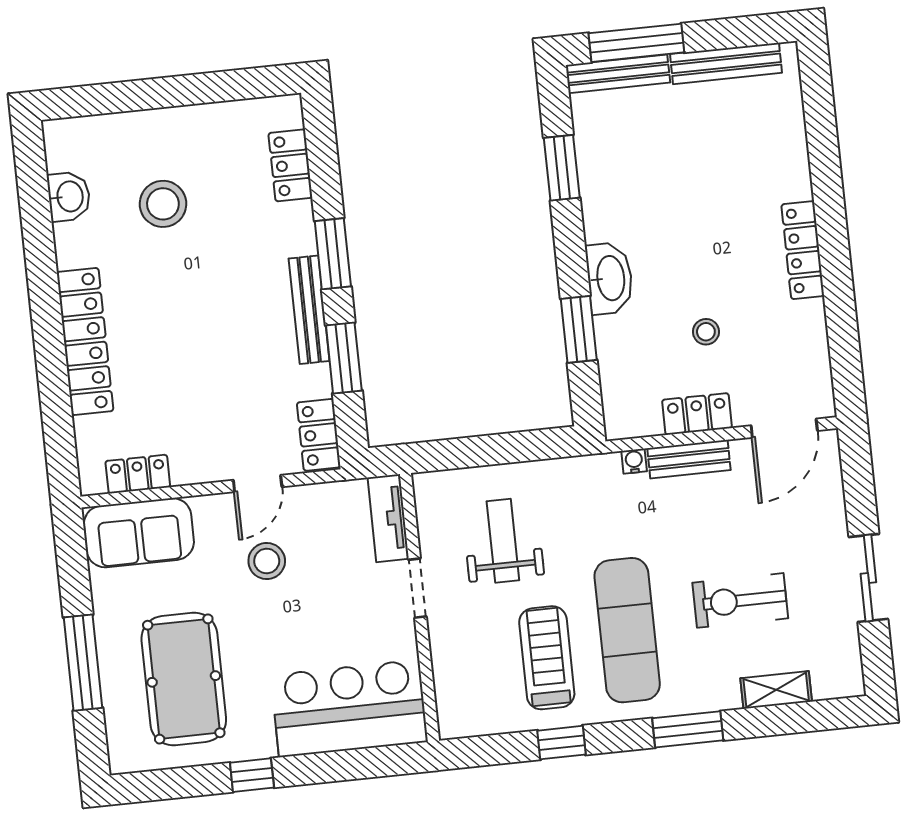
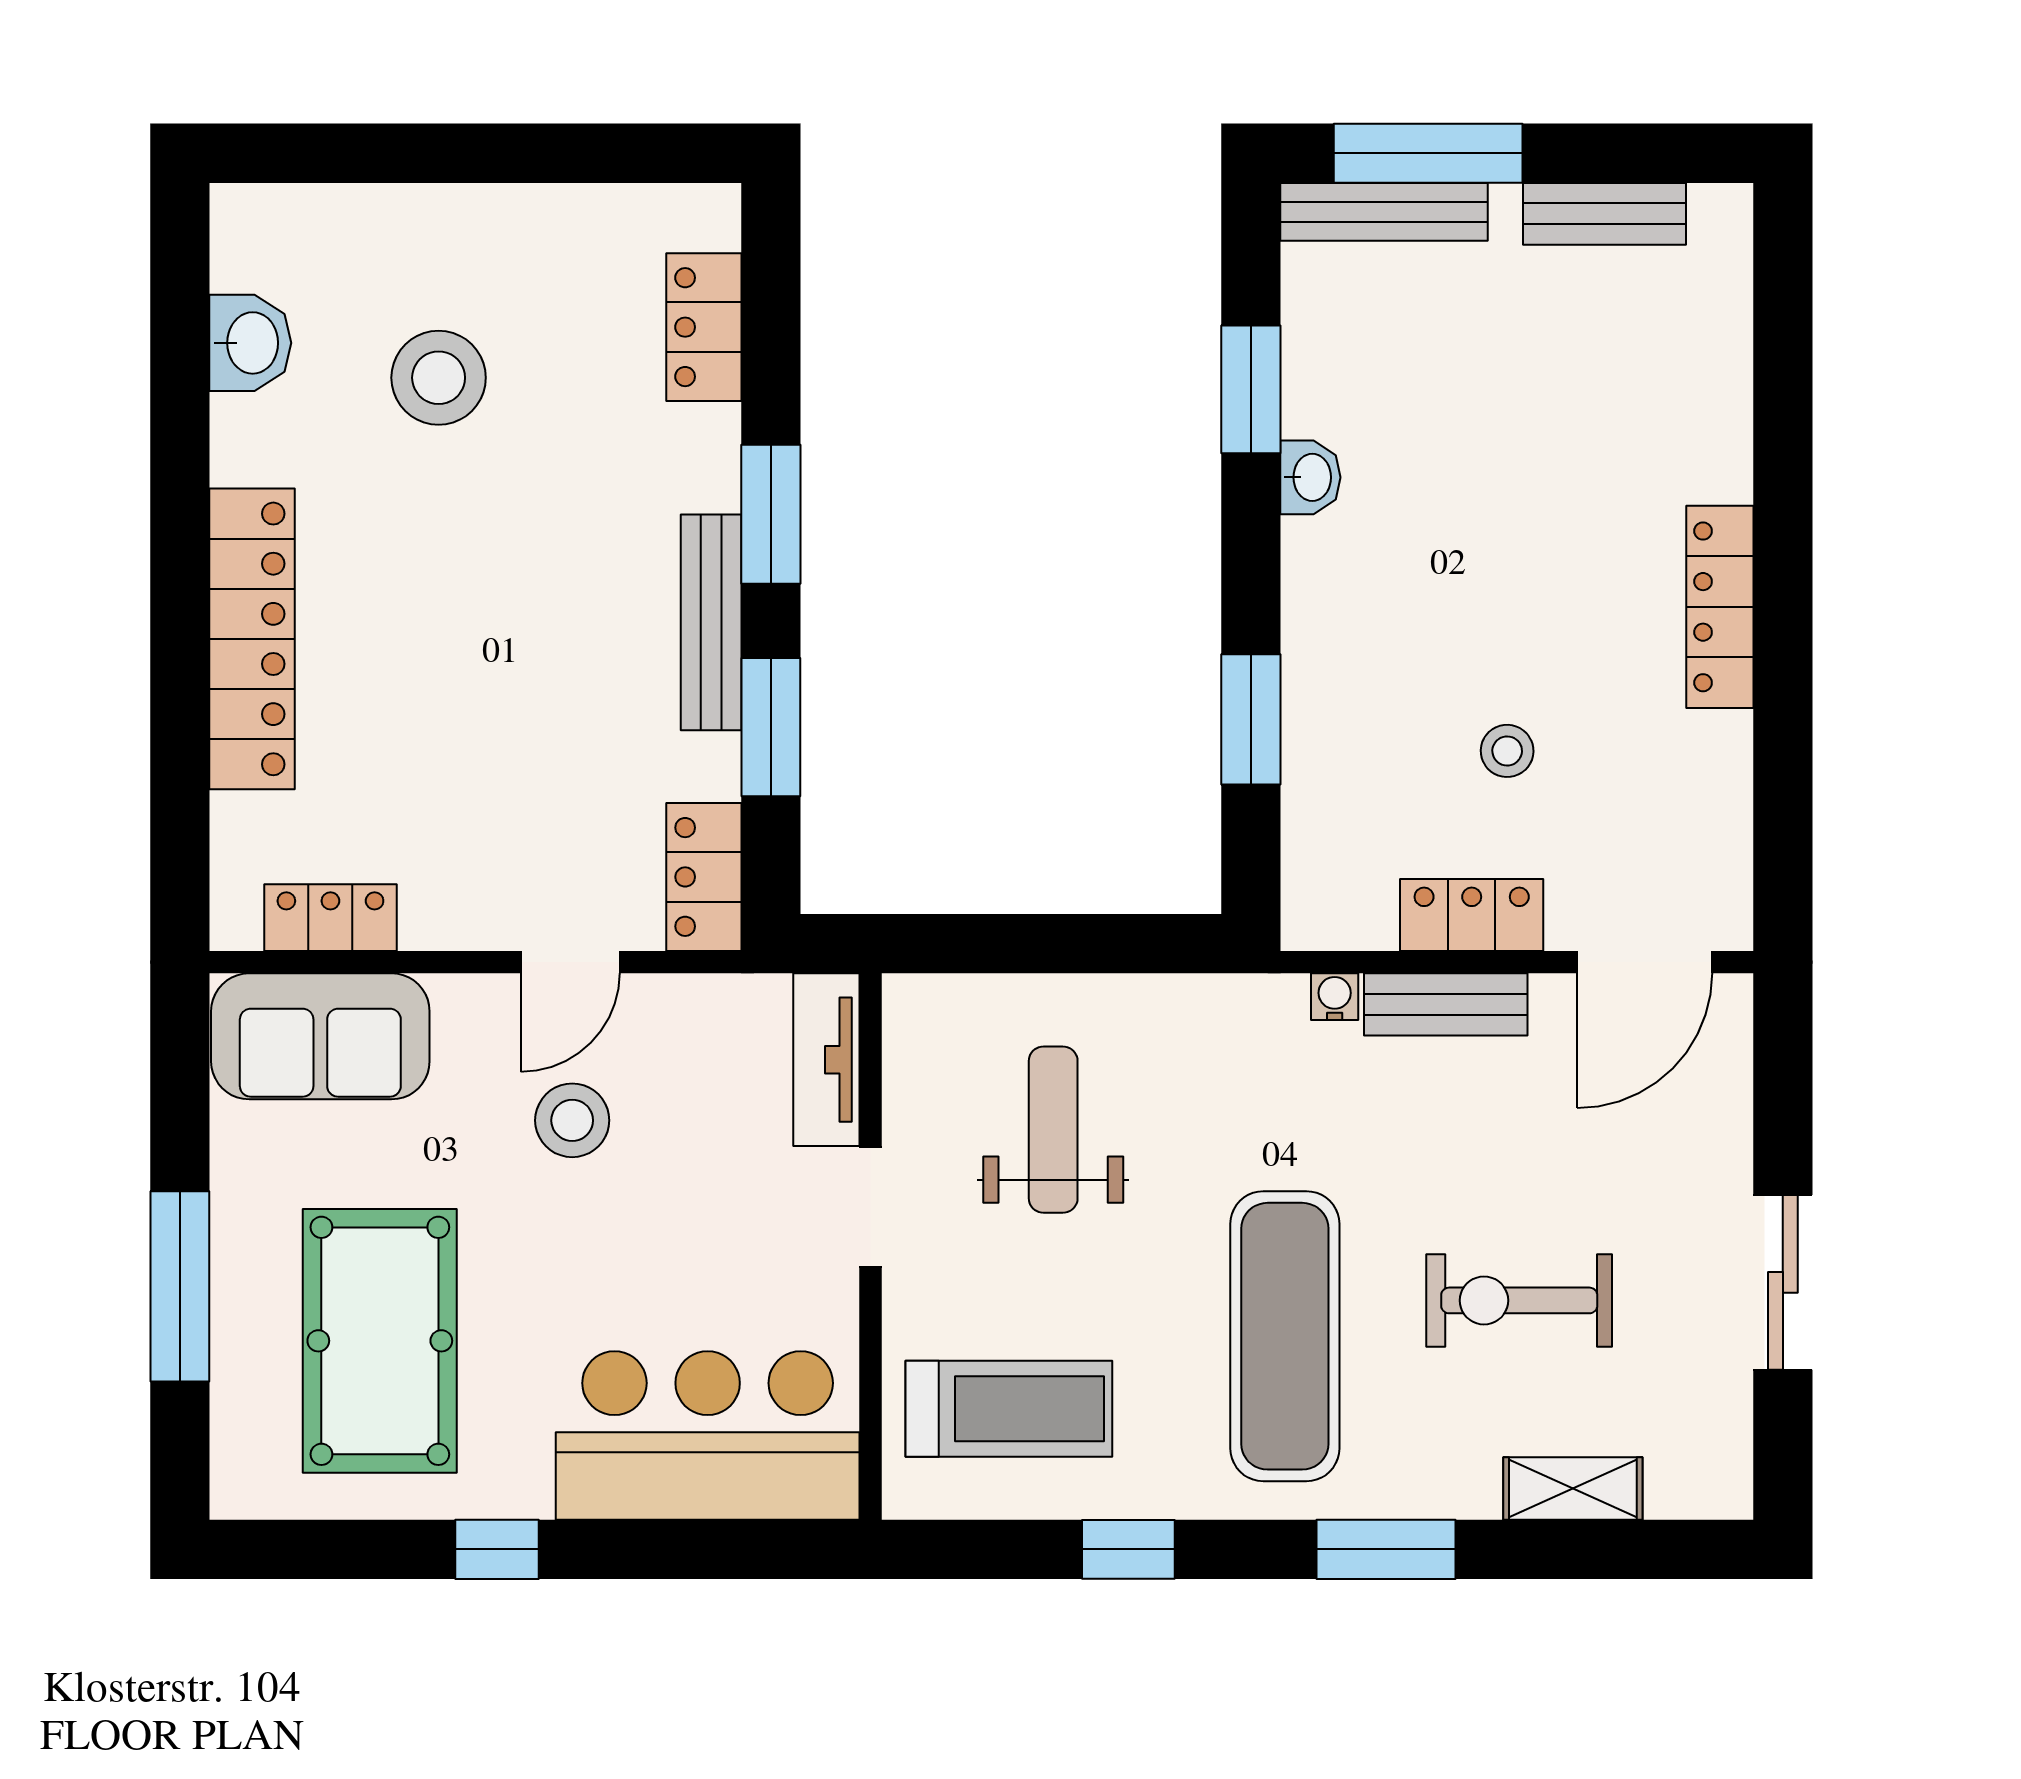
bench: (726, 63) -> (1604, 214), width x0.73
washbasin: (610, 278) -> (1310, 477), moved, width x0.52, depth x0.69
treadmill: (547, 658) -> (1009, 1409), moved, turned 90

